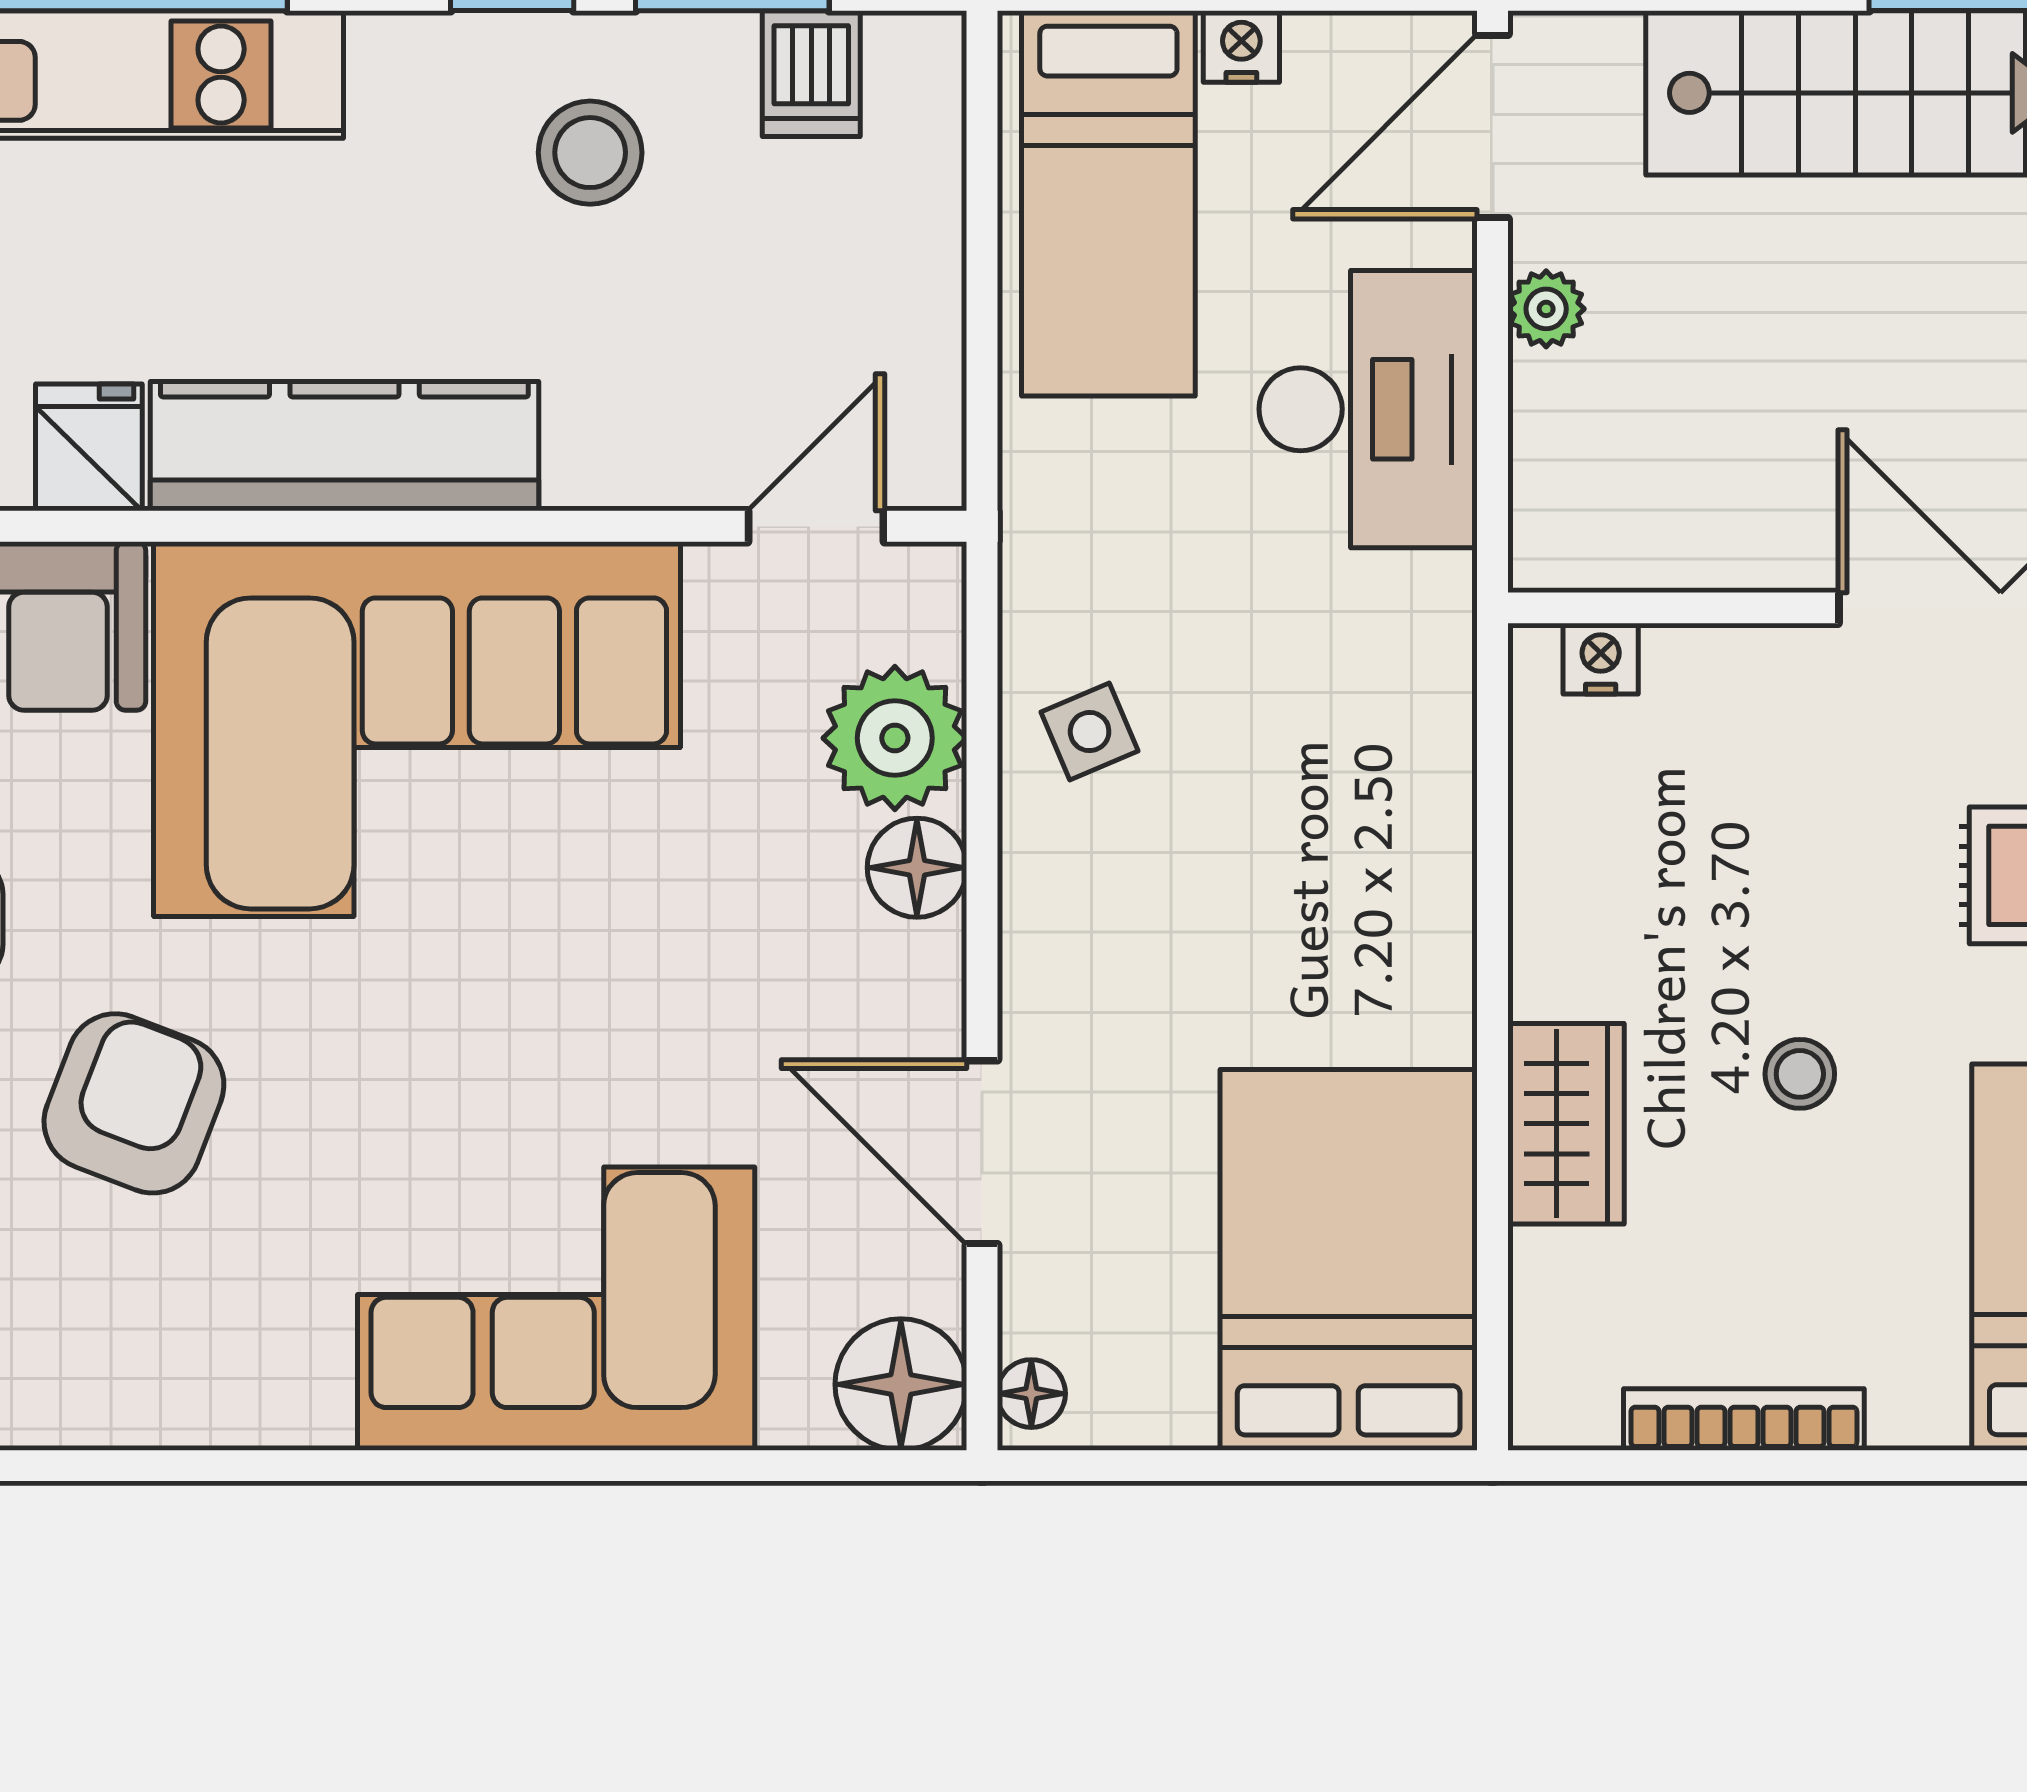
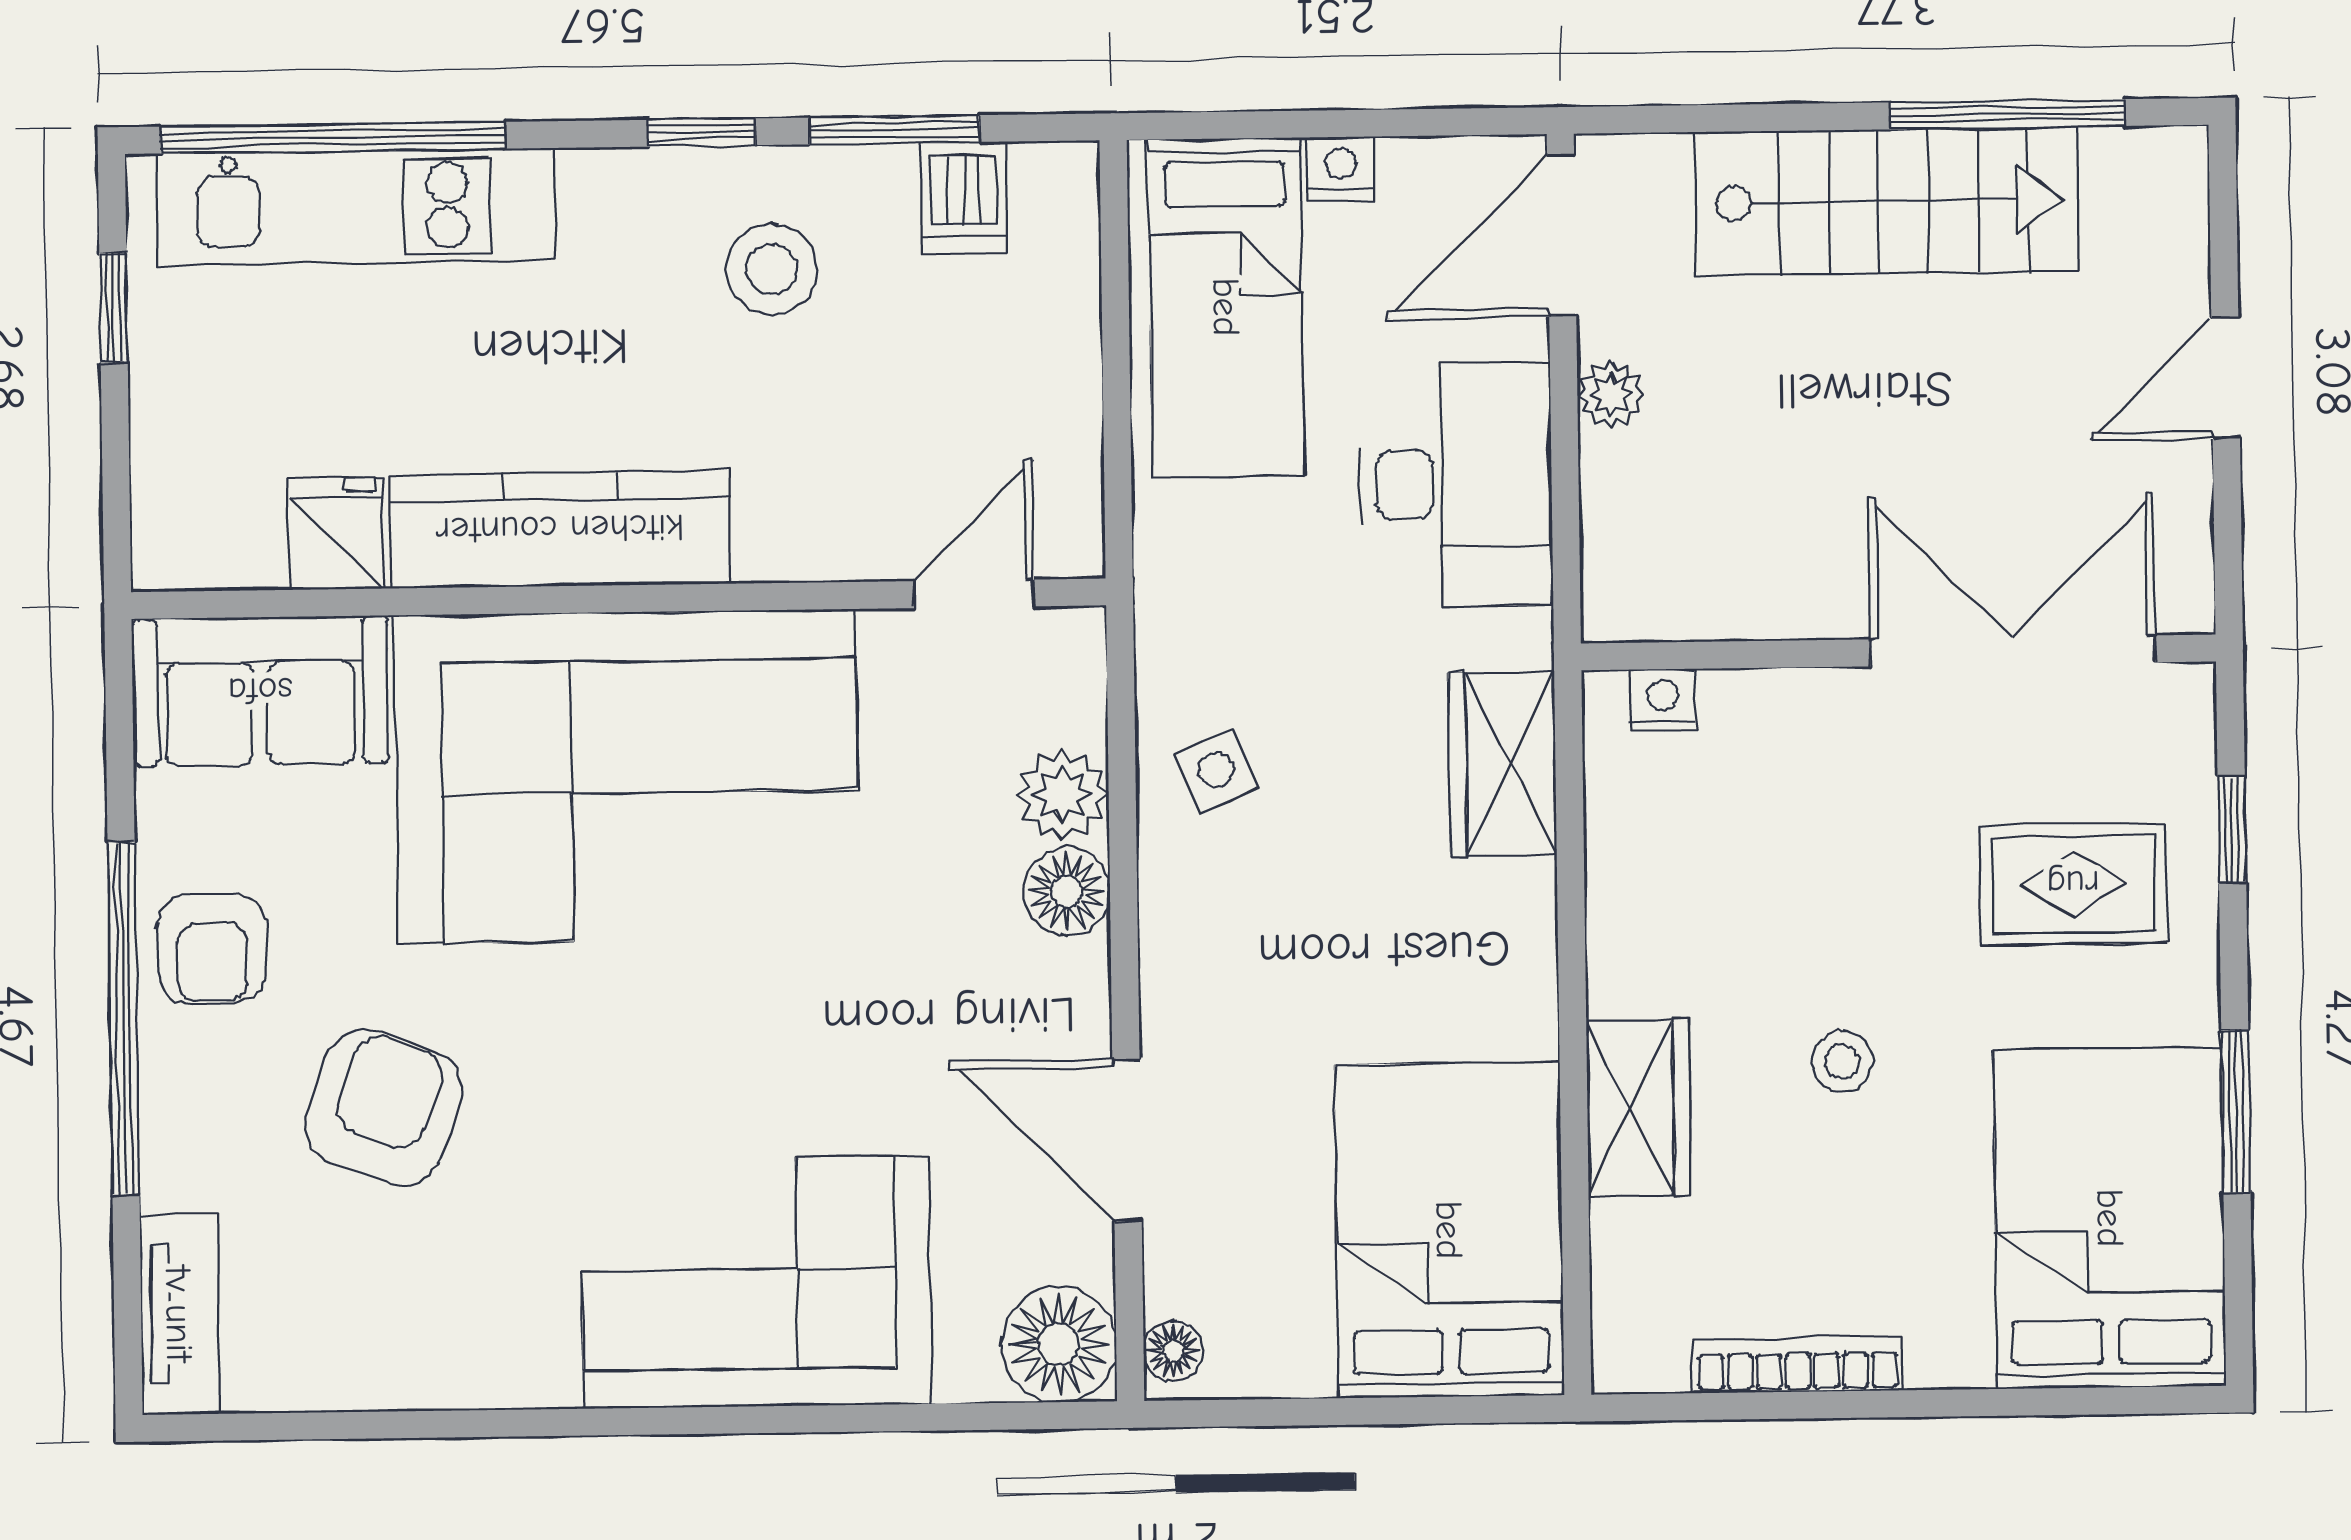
wardrobe: (1416, 729) -> (1502, 764), added
plant: (895, 738) -> (1063, 795), width x0.73, depth x0.73

